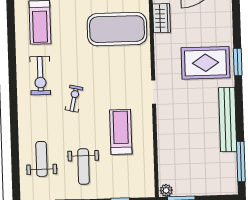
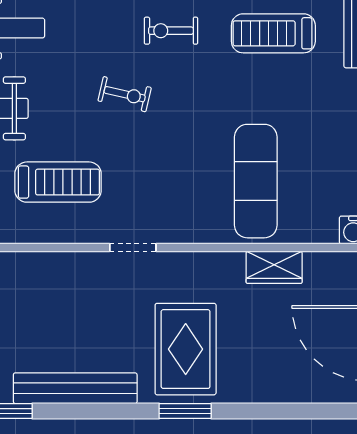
exercise mat: (117, 29) -> (256, 181), width x0.68
exercise bike: (40, 76) -> (171, 31), width x0.73, depth x0.72

